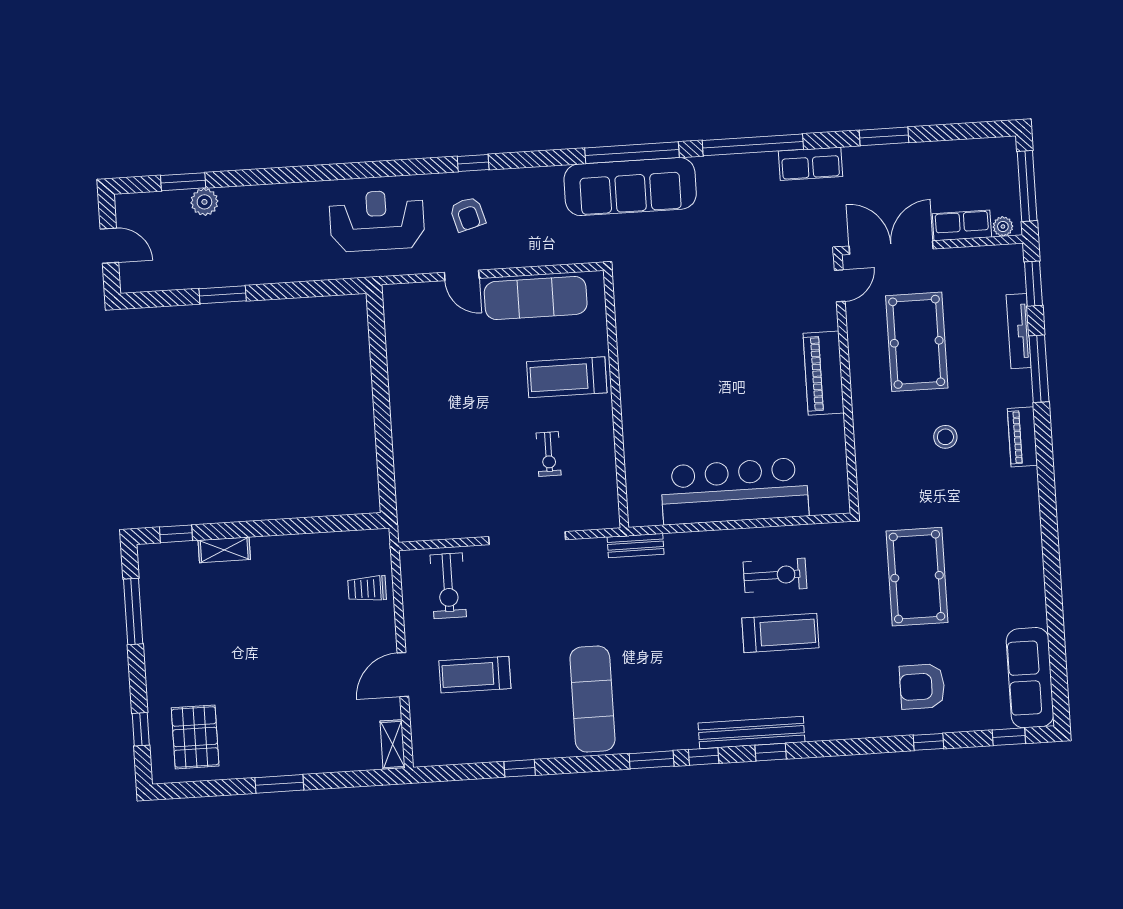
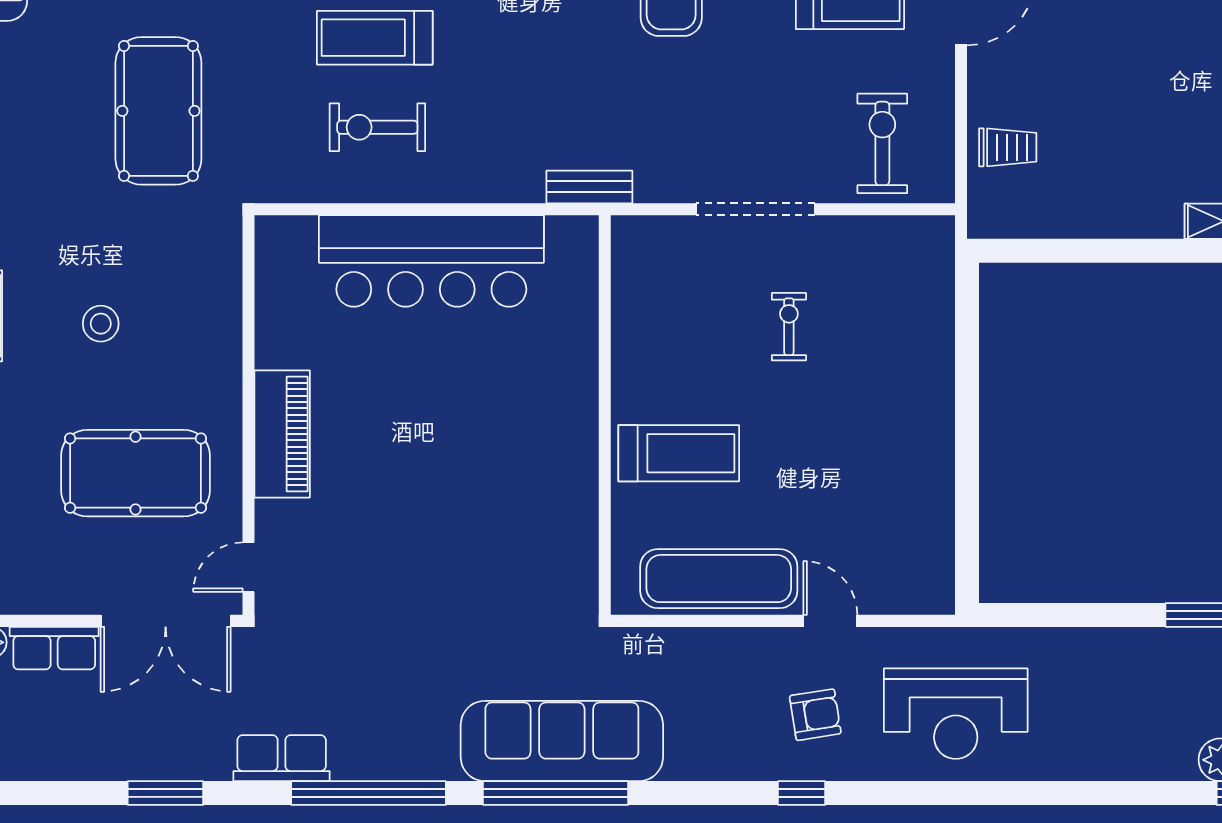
armchair: (468, 214) -> (815, 715), turned 97
pool table: (917, 342) -> (135, 473), turned 90
exercise bike: (549, 454) -> (789, 327), moved

